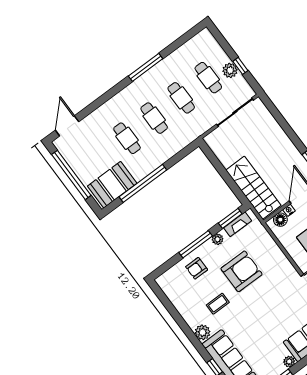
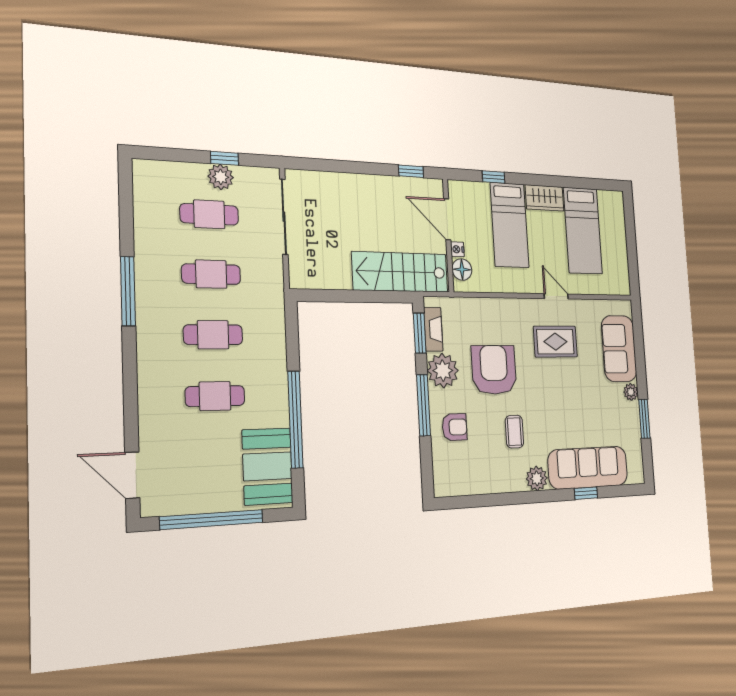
plant: (218, 239) -> (443, 371), width x1.87, depth x1.87
armchair: (197, 268) -> (455, 427), turned -90
rug: (283, 298) -> (555, 342), added

